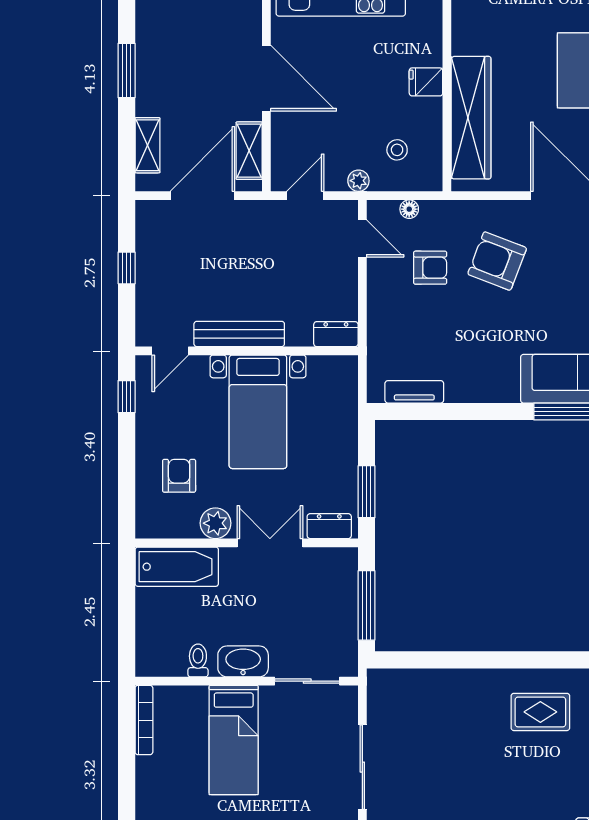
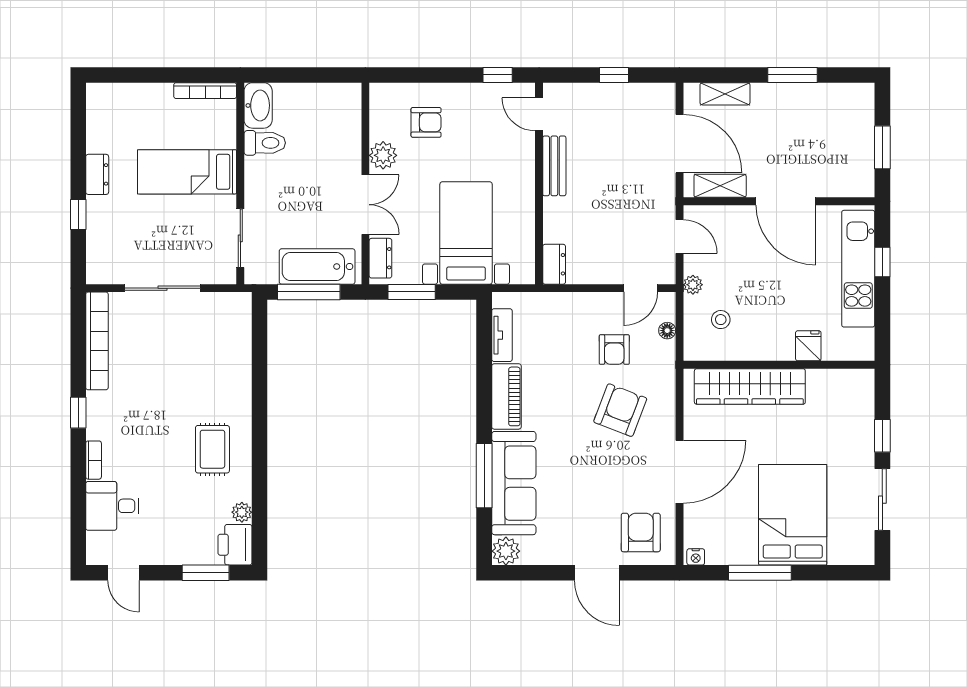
door: (266, 78) -> (786, 201), hinge flipped
fridge: (426, 82) -> (808, 346), moved
bench: (239, 334) -> (554, 166), width x0.73
piano: (482, 387) -> (506, 396), added
bed with nightstands: (258, 412) -> (466, 233), moved, turned 90
bathtub: (177, 567) -> (317, 266), moved, turned 90
toilet: (198, 660) -> (265, 143), width x1.37, depth x1.39
washbasin: (243, 661) -> (258, 105), moved

